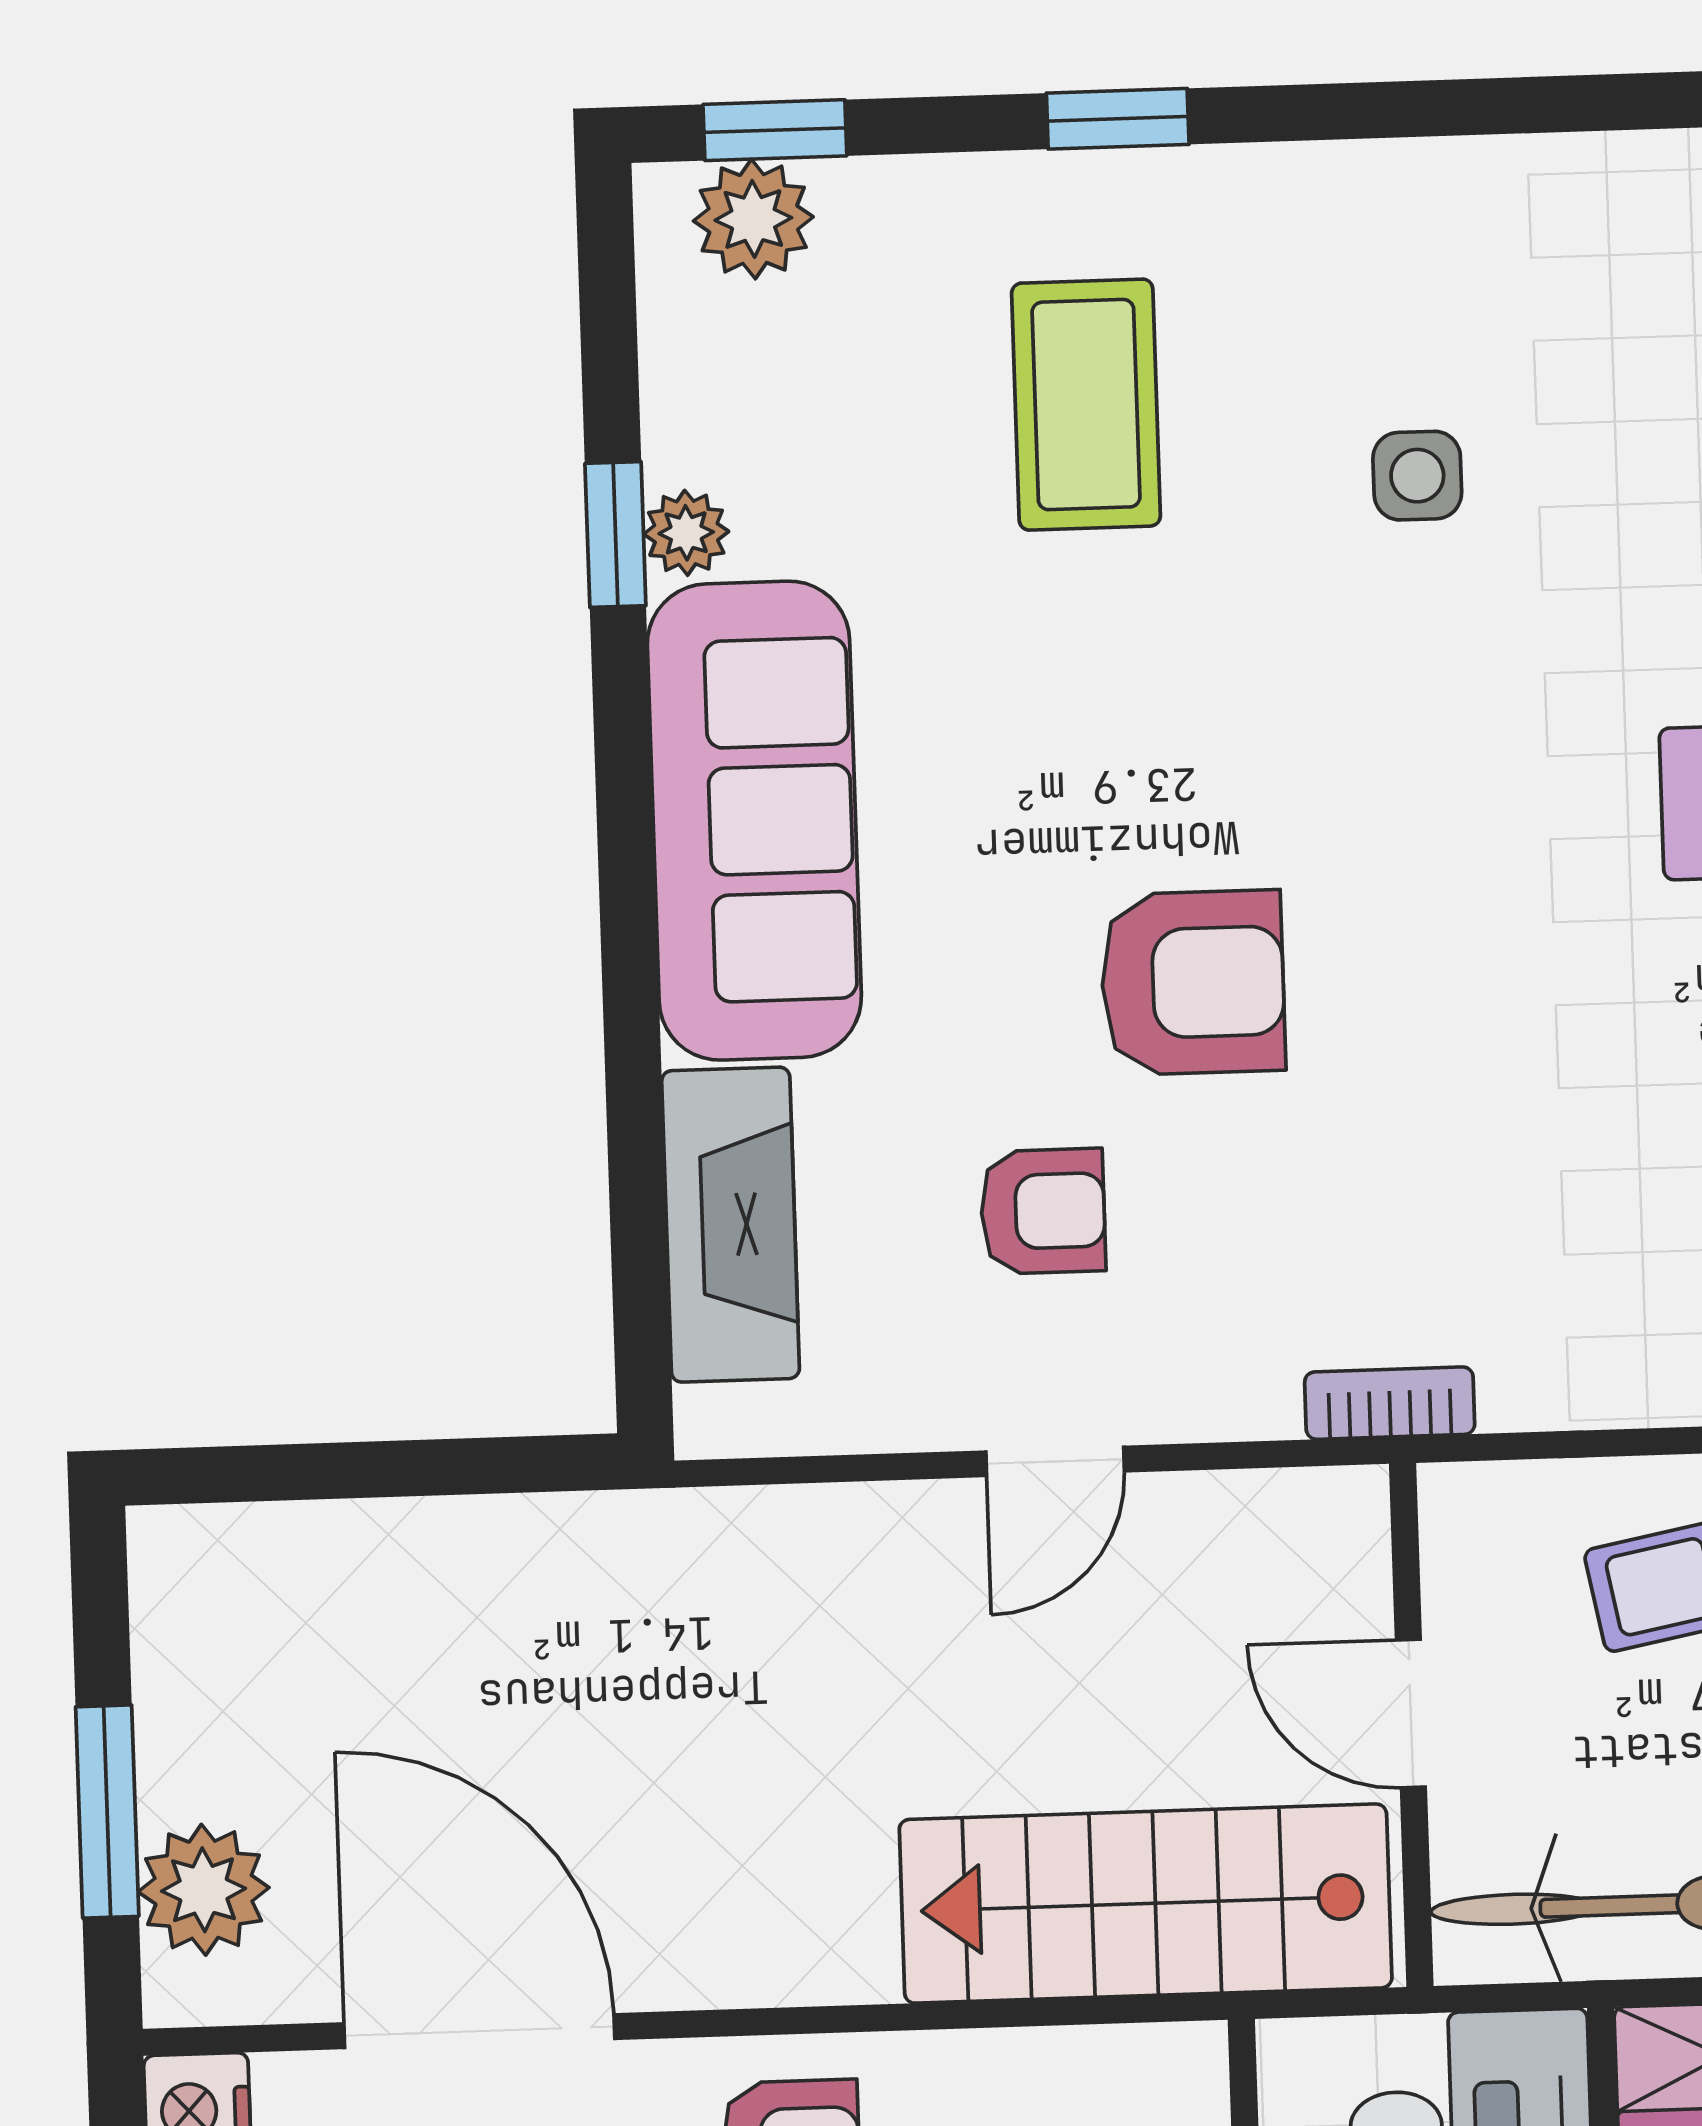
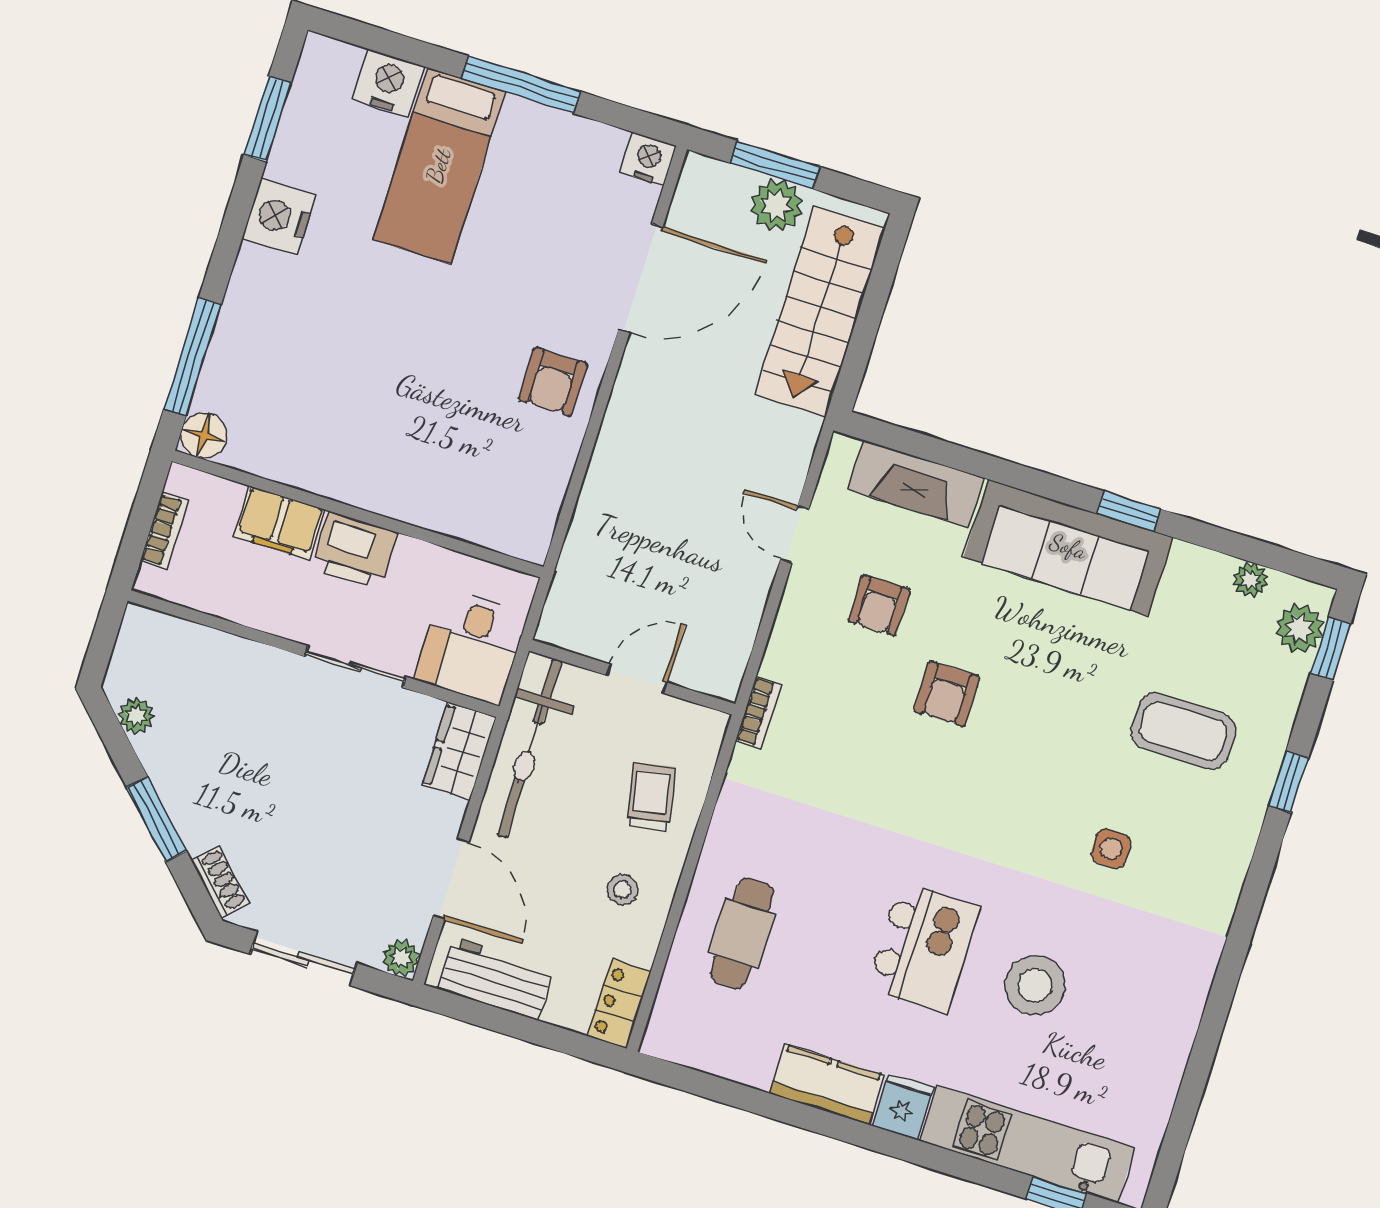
plant: (686, 533) -> (1250, 580), moved
window: (615, 535) -> (1129, 511), moved
armchair: (1193, 983) -> (947, 694), width x0.72, depth x0.72
door: (1055, 1461) -> (795, 534), moved
plant: (204, 1890) -> (777, 205), moved
stairs: (1146, 1904) -> (820, 311), moved, turned 180

